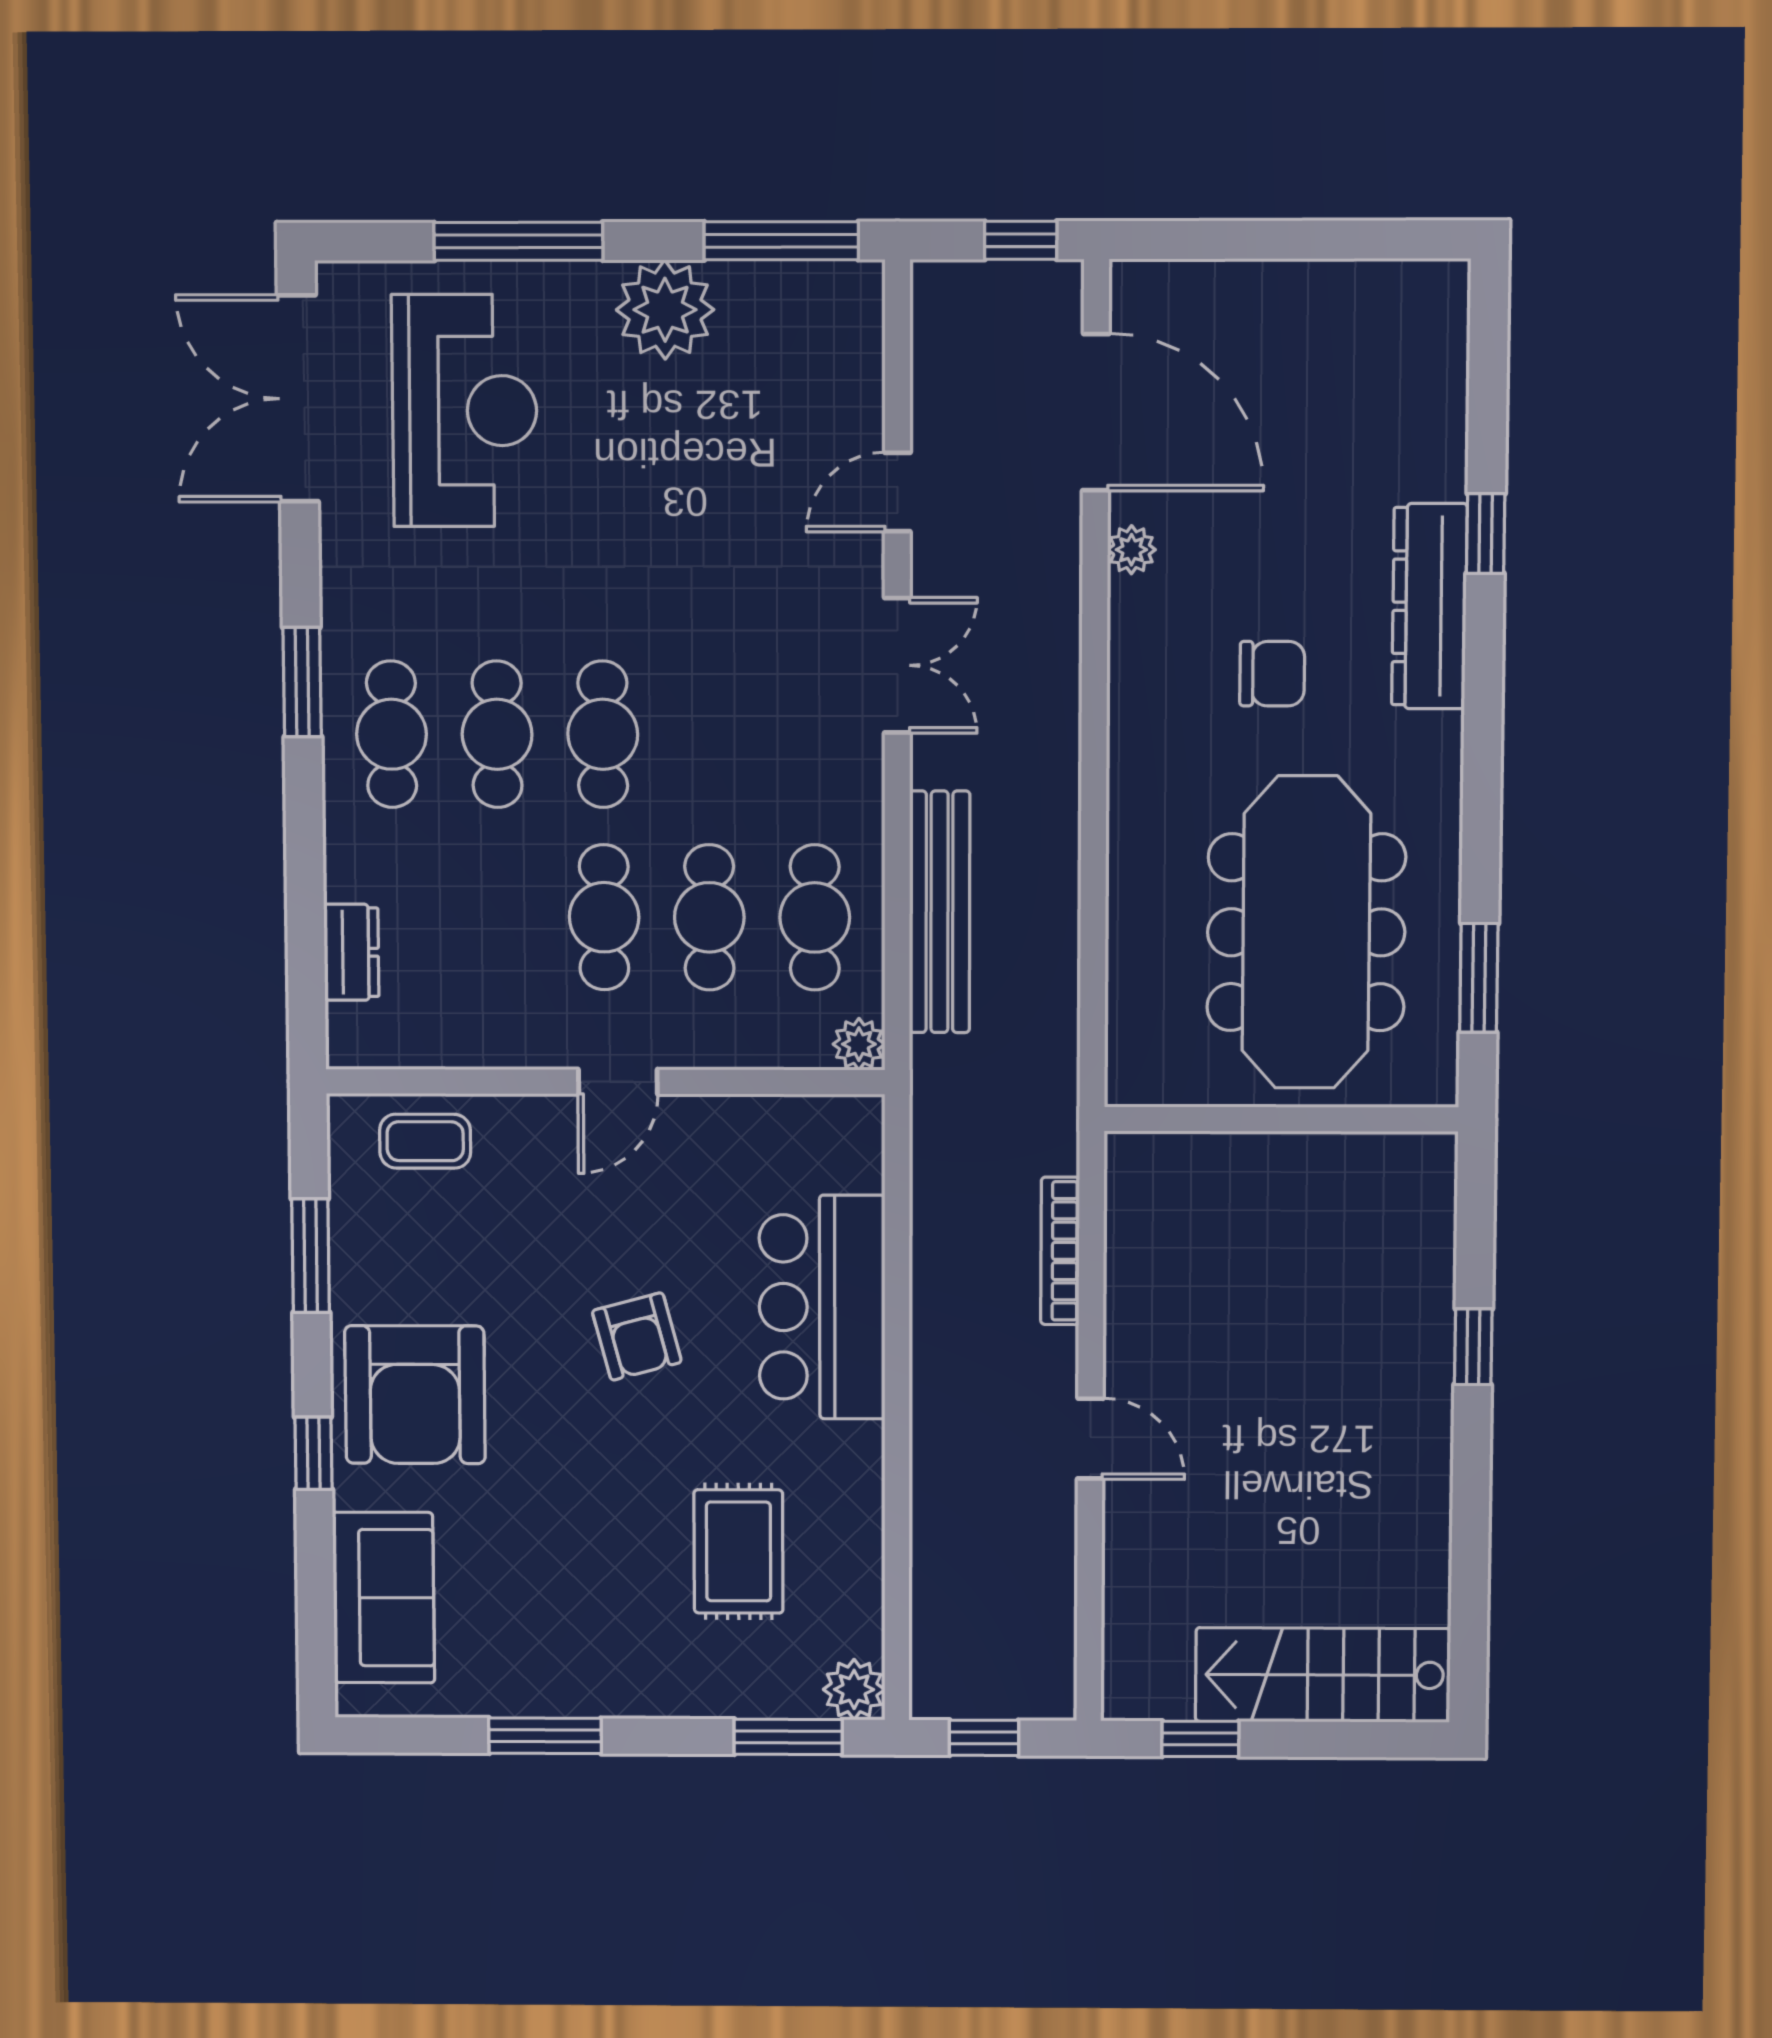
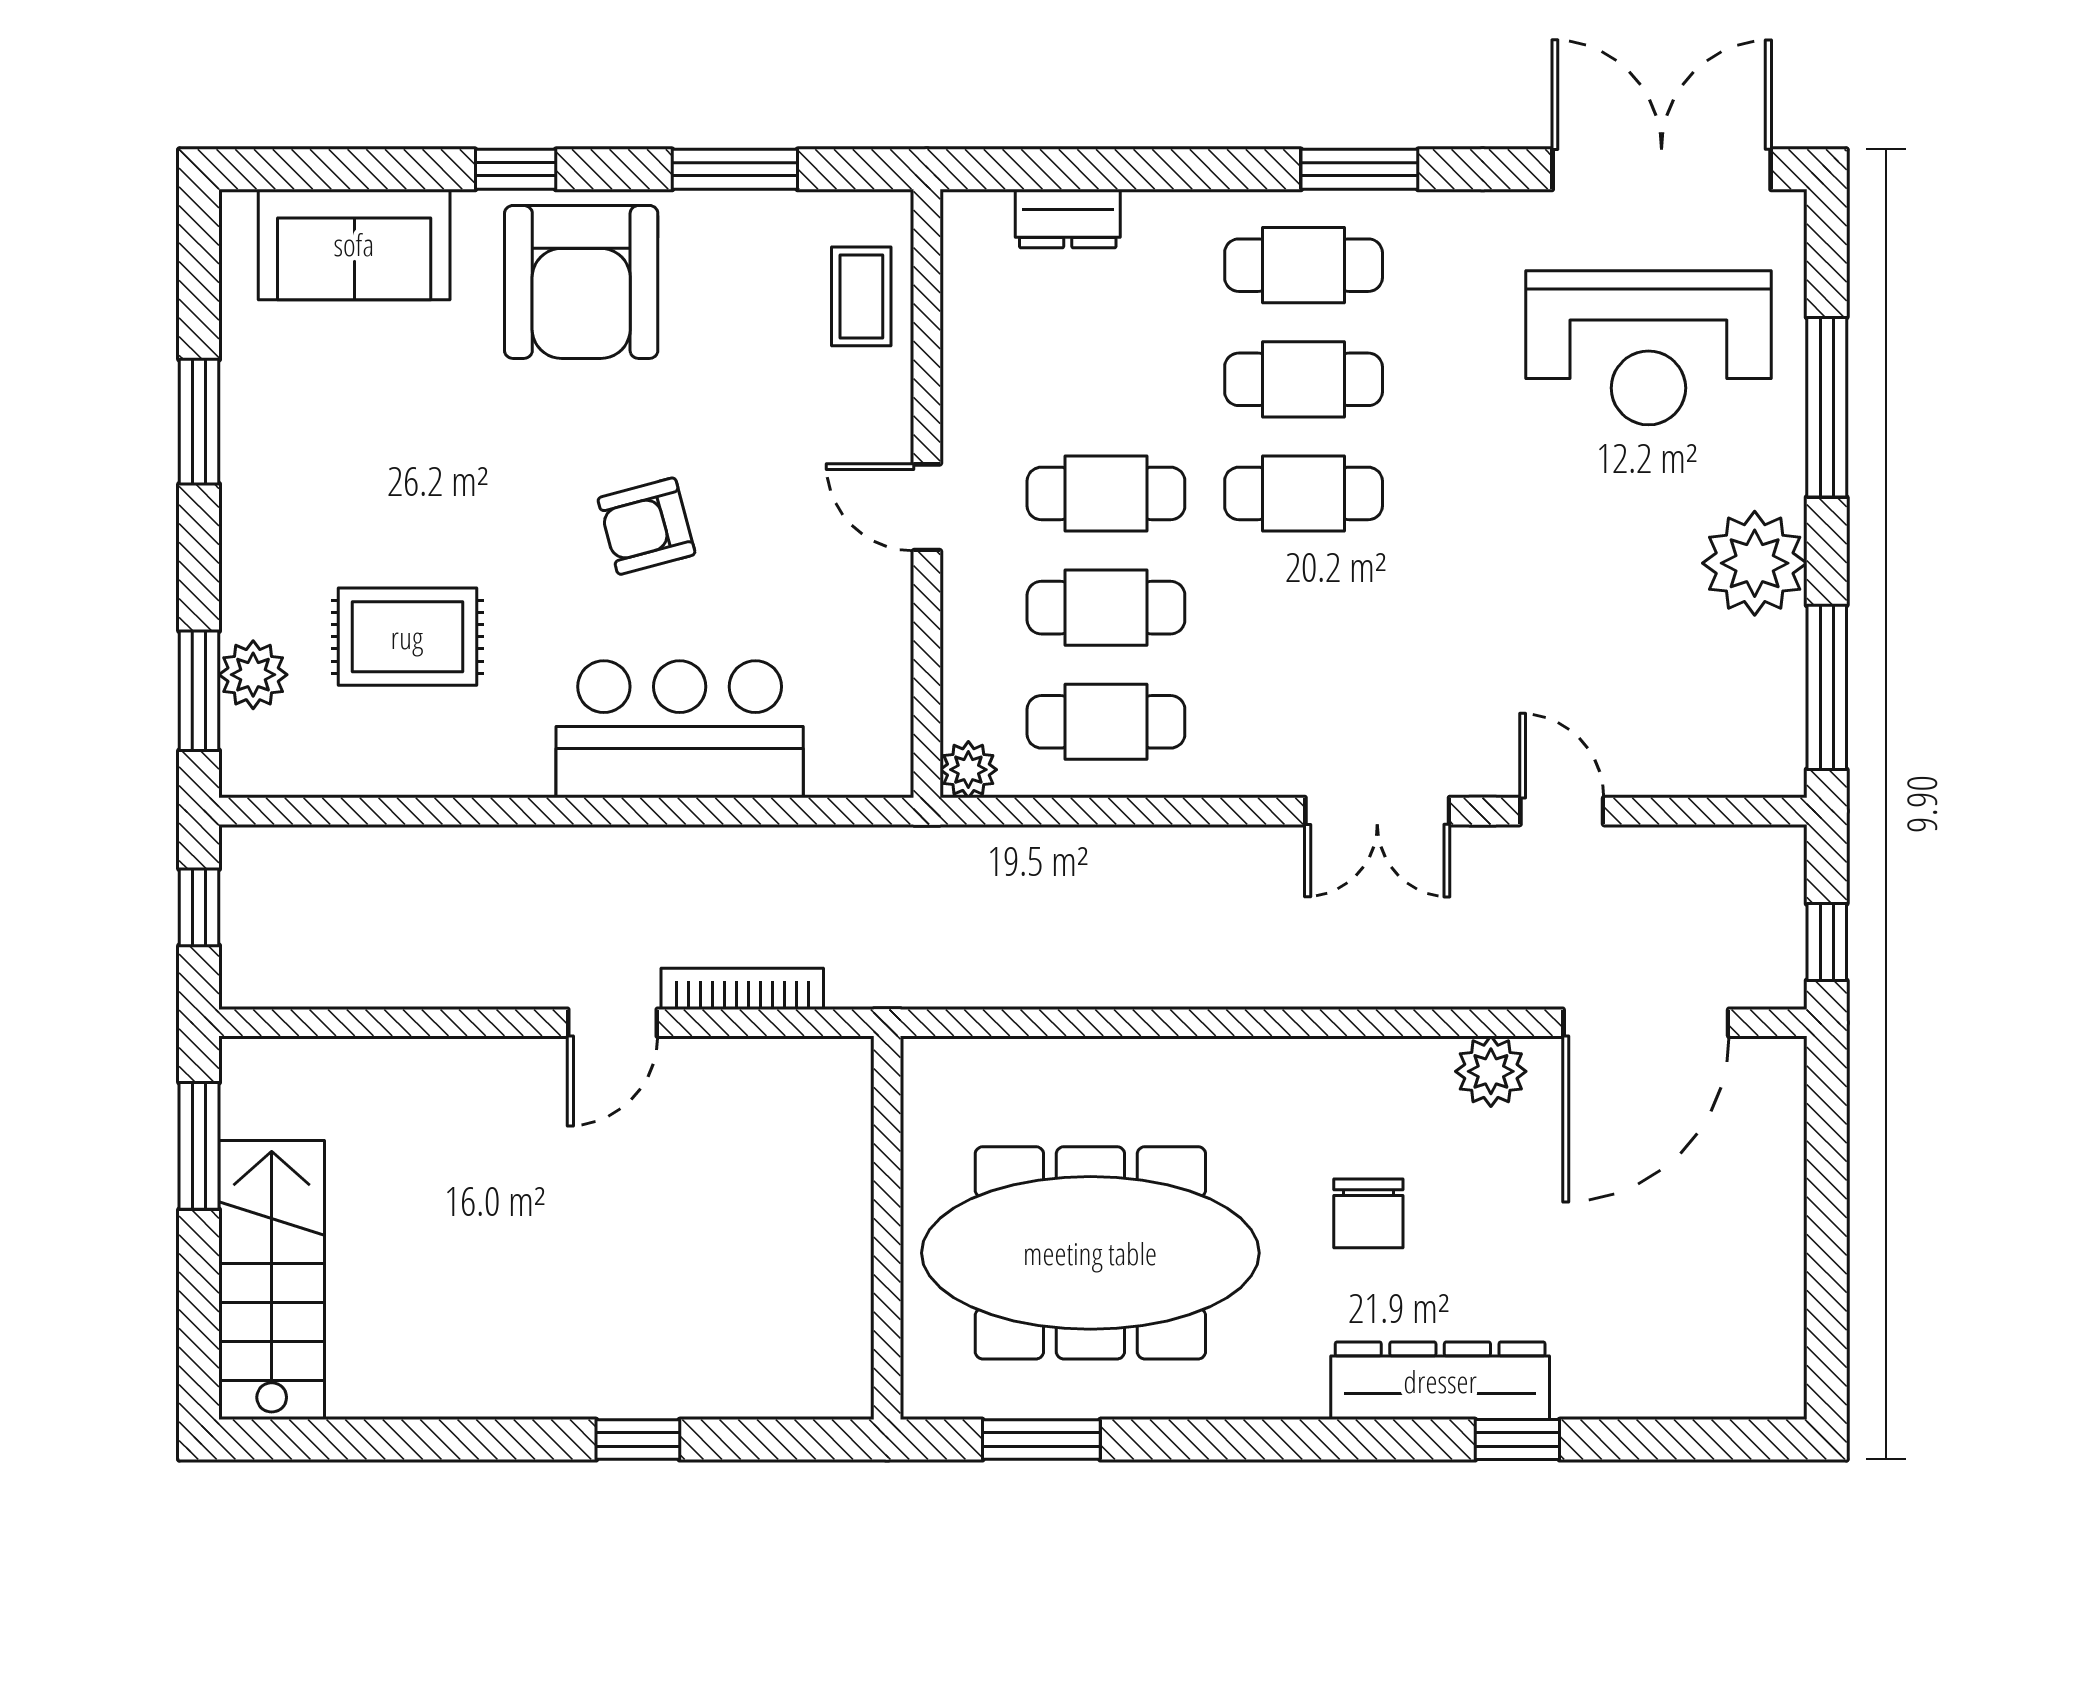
plant: (1131, 550) -> (1491, 1071), width x1.38, depth x1.38
bench: (940, 912) -> (1112, 857), removed
armchair: (415, 1395) -> (581, 282), turned -90
door: (1090, 1439) -> (613, 1023), moved
plant: (854, 1689) -> (253, 675), moved
window: (1200, 1739) -> (199, 1146), width x1.50

